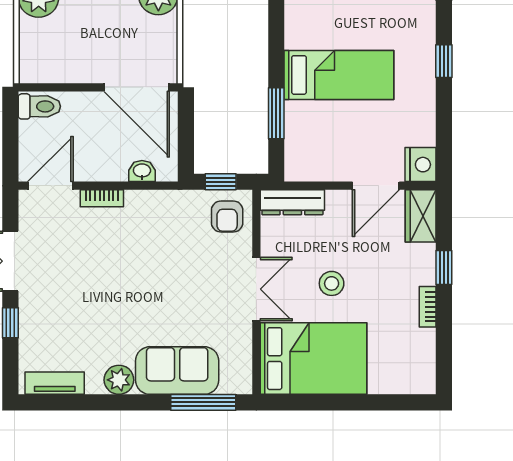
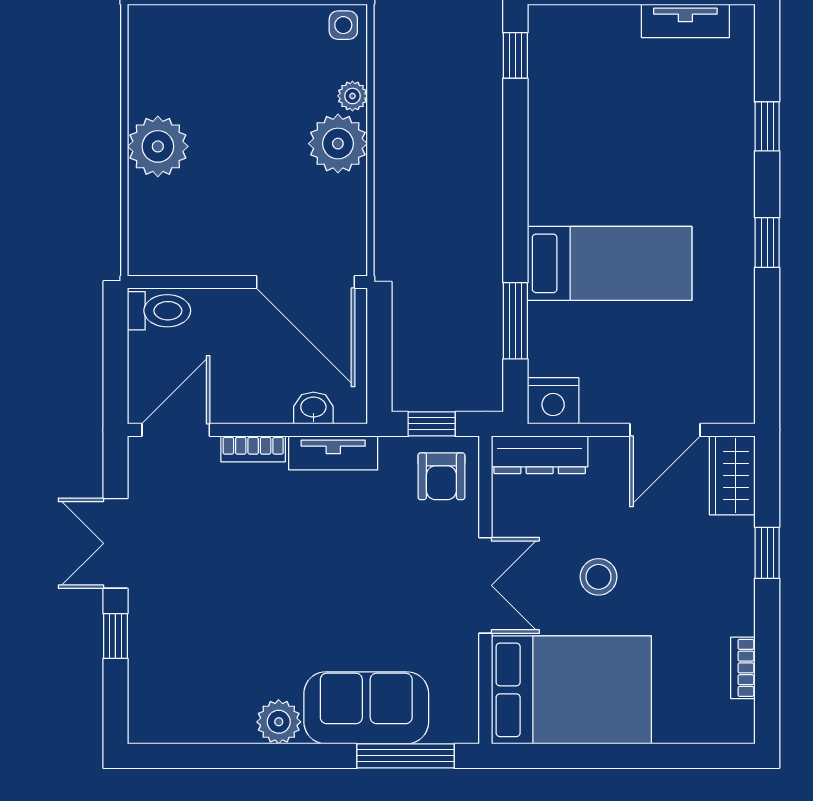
nightstand: (420, 165) -> (553, 401), moved, turned 90
bookcase: (428, 307) -> (743, 668), moved
tv unit: (55, 383) -> (333, 453), moved, turned 180

